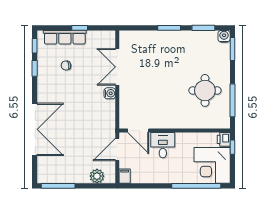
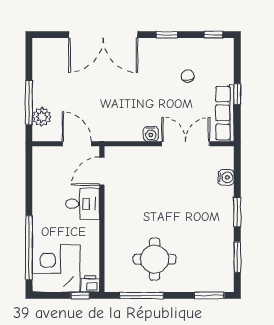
water cooler: (224, 36) -> (226, 177), moved
row of seats: (65, 37) -> (225, 113), moved
window: (35, 68) -> (167, 35), moved
filing cabinet: (125, 176) -> (42, 153), removed
window: (58, 186) -> (29, 102), moved

